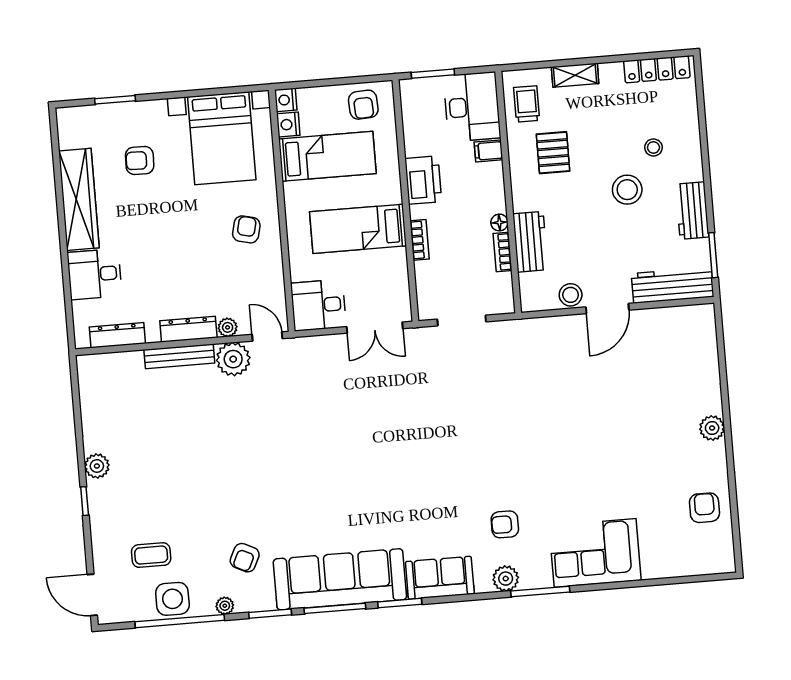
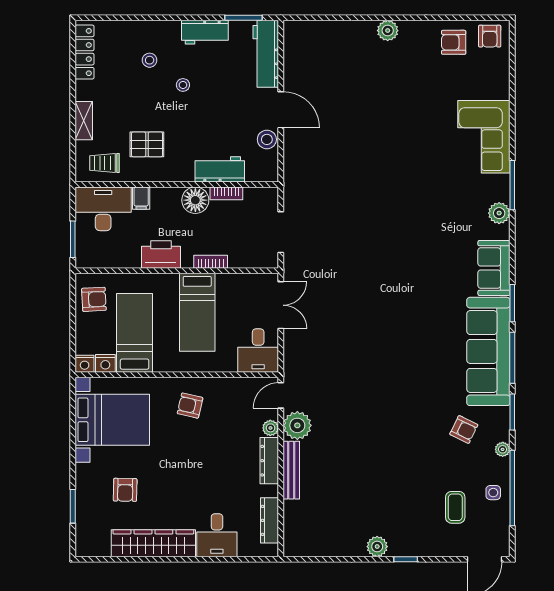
stool: (627, 190) -> (183, 85), width x0.53, depth x0.53
floor lamp: (499, 222) -> (195, 200), width x1.89, depth x1.89
armchair: (505, 524) -> (490, 36), moved
side table: (172, 599) -> (493, 493), width x0.54, depth x0.54

